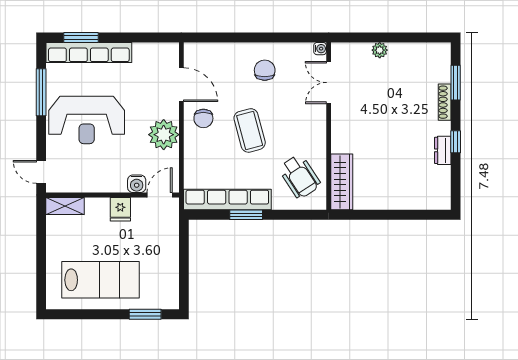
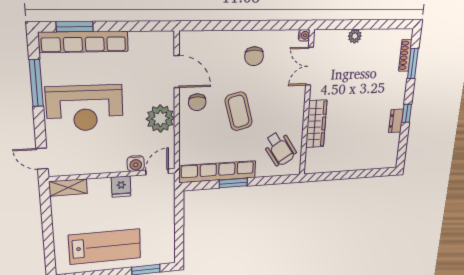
chair: (265, 70) -> (254, 56), turned 180
shoe rack: (445, 102) -> (405, 55), moved
wardrobe: (342, 182) -> (316, 124), moved

